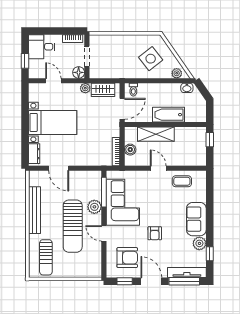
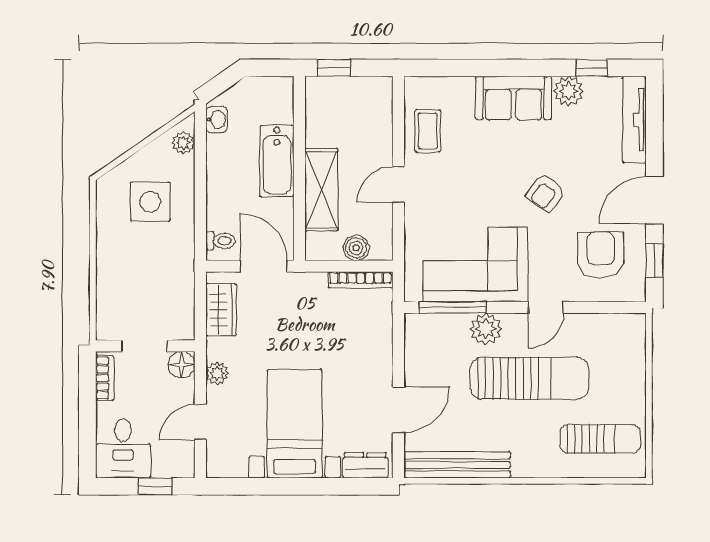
side table: (151, 59) -> (150, 202), turned 38
plant: (85, 88) -> (217, 373), moved
bench: (34, 210) -> (457, 465), moved
armchair: (155, 233) -> (546, 192), turned 125
window: (184, 281) -> (654, 126), removed

